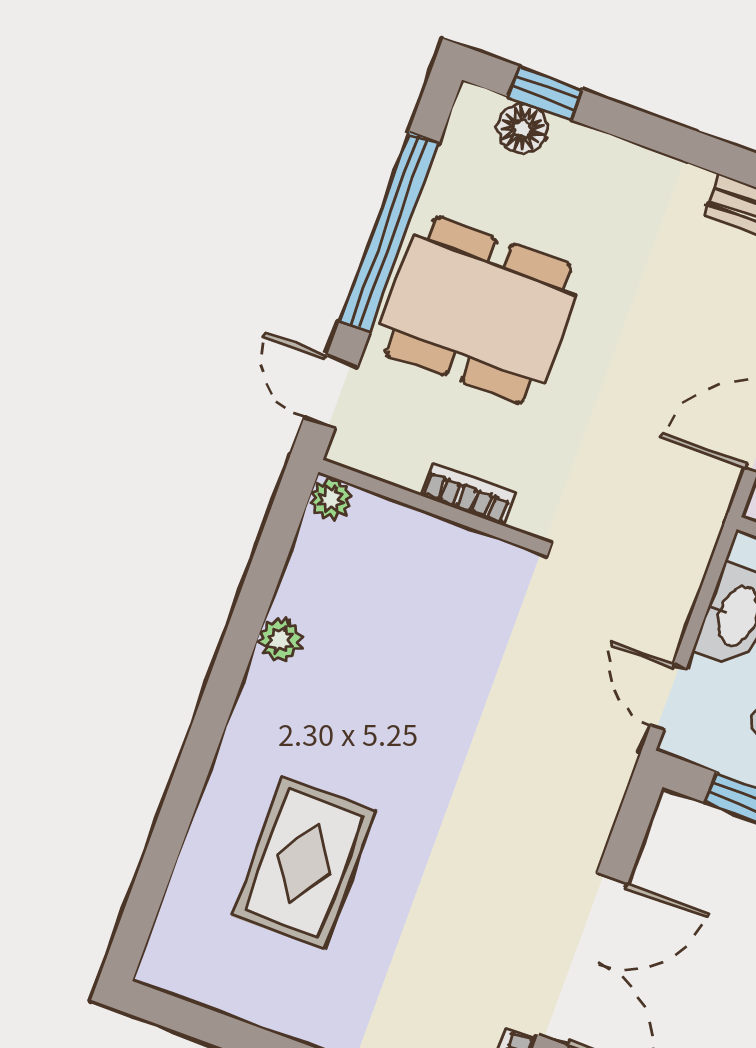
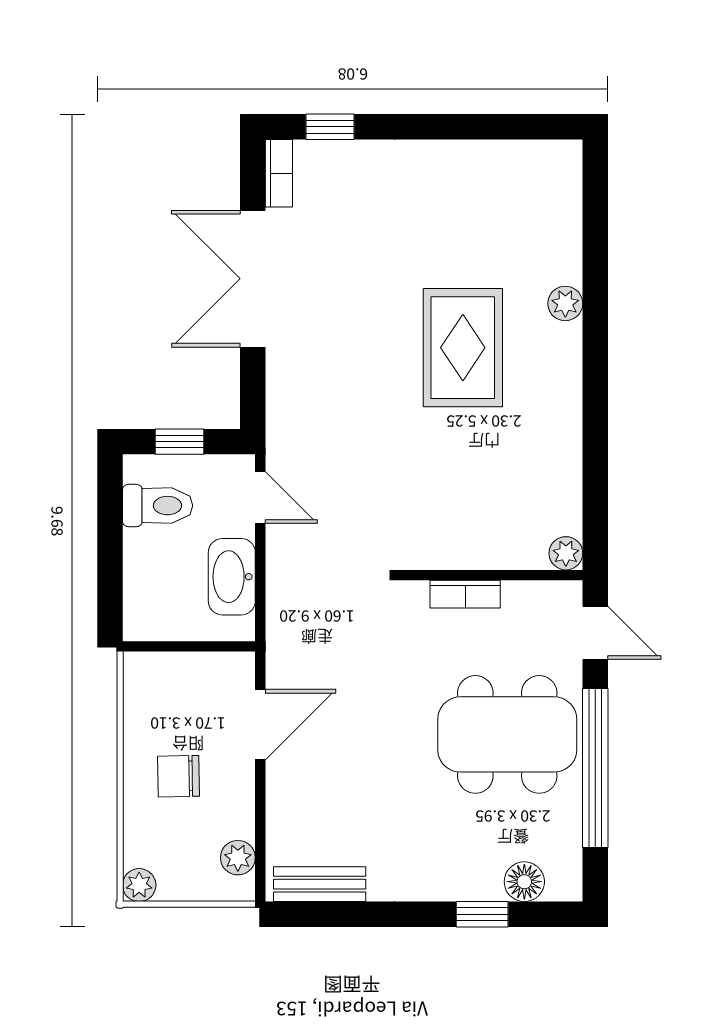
window: (545, 93) -> (482, 914), moved
plant: (280, 640) -> (565, 303), moved
rug: (304, 863) -> (463, 348), moved

